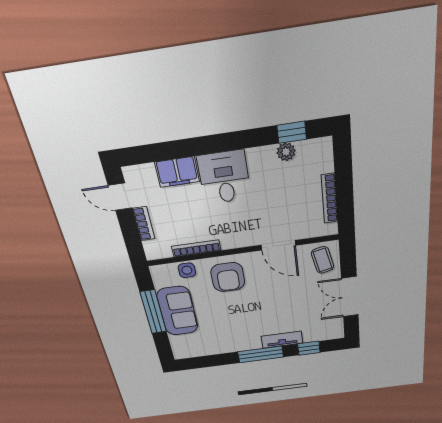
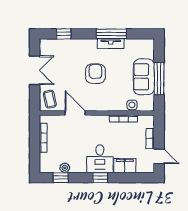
window: (218, 143) -> (100, 178), added
armchair: (228, 277) -> (95, 74), moved
tv unit: (282, 340) -> (111, 44), moved
window: (261, 354) -> (111, 34), moved

